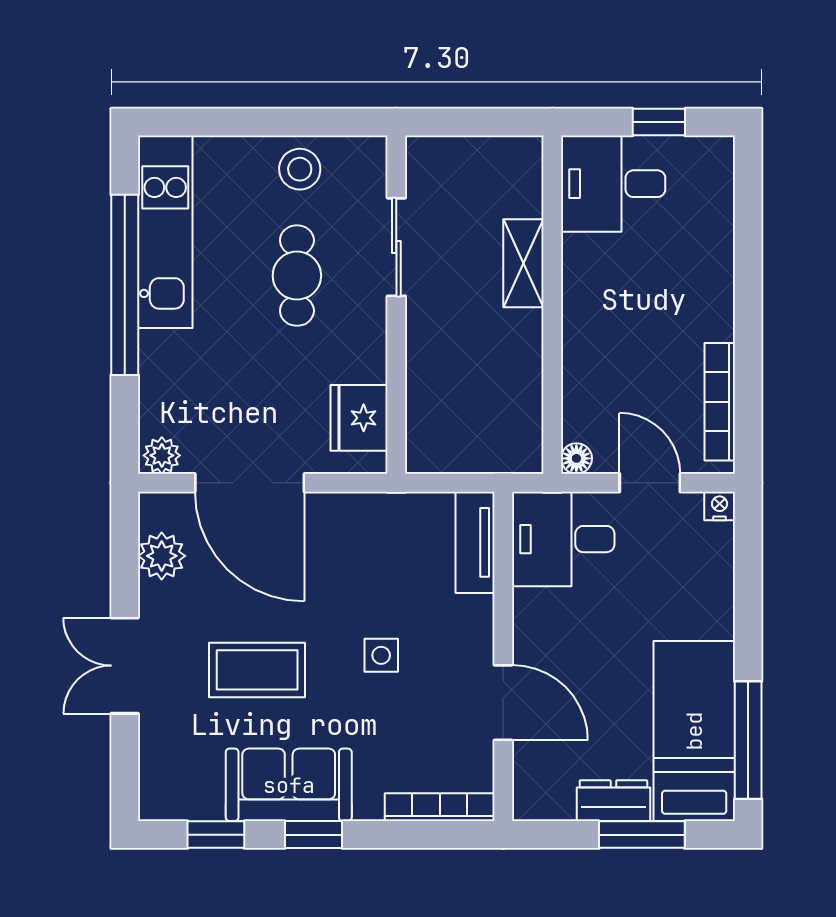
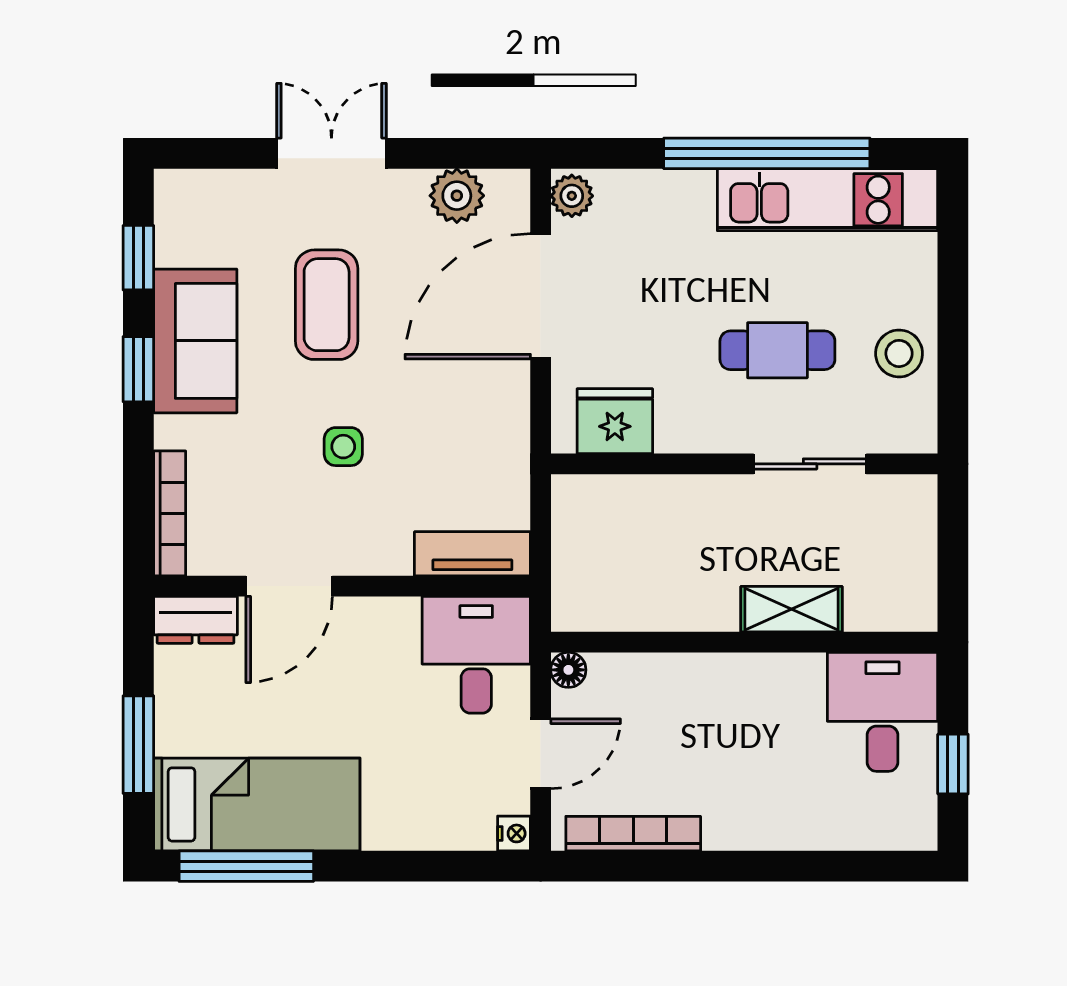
dresser: (613, 801) -> (195, 620), moved, turned 90

